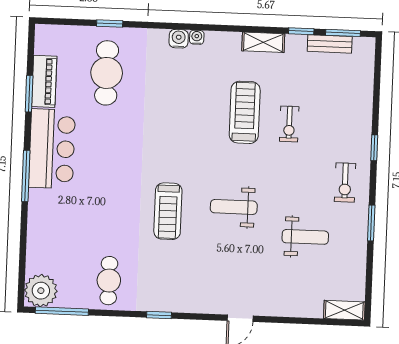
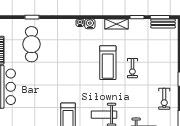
water cooler: (179, 39) -> (90, 24), moved
bench: (330, 44) -> (163, 23), moved
treadmill: (245, 112) -> (108, 63), turned 180

